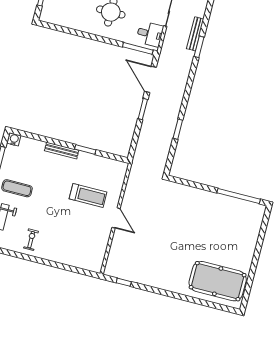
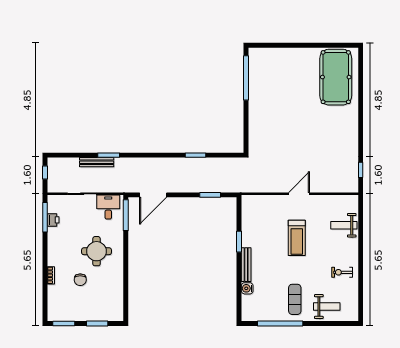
window: (143, 109) -> (210, 195), moved
water cooler: (14, 139) -> (247, 288), moved
treadmill: (88, 195) -> (297, 238), moved, turned 180
weight bench: (75, 253) -> (344, 225), added

